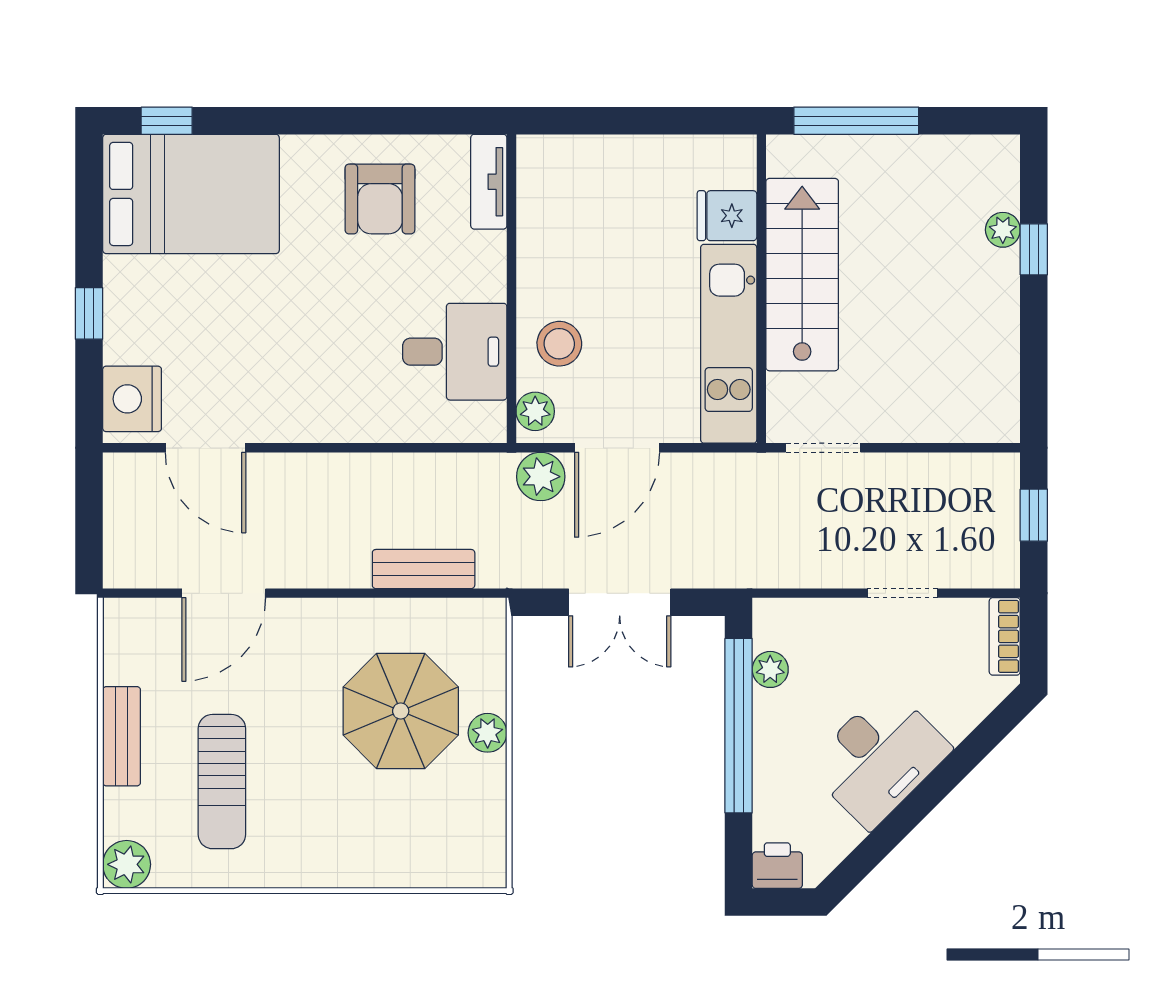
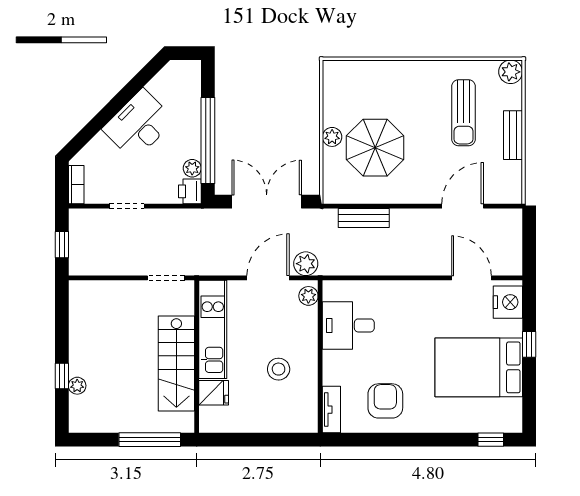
bed: (191, 194) -> (479, 367), moved
stool: (559, 344) -> (279, 369), moved
double door: (620, 602) -> (267, 202), width x1.37
sun lounger: (222, 782) -> (463, 113), turned 180
printer: (777, 866) -> (190, 191), moved, turned 90

